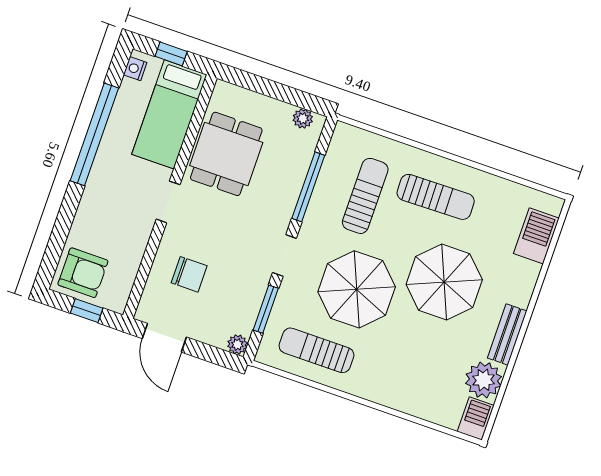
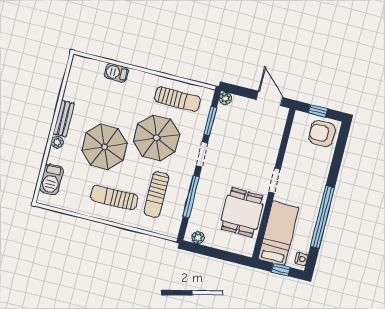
chair: (189, 274) -> (258, 138), removed
plant: (484, 380) -> (57, 142), moved, width x0.53, depth x0.53
barbecue: (476, 418) -> (116, 73), moved, turned 90

